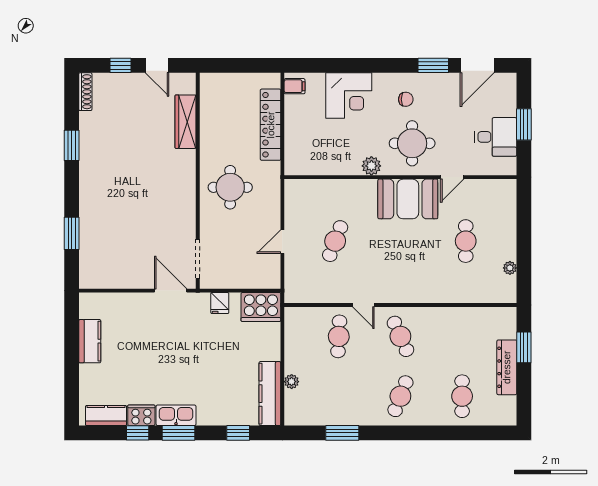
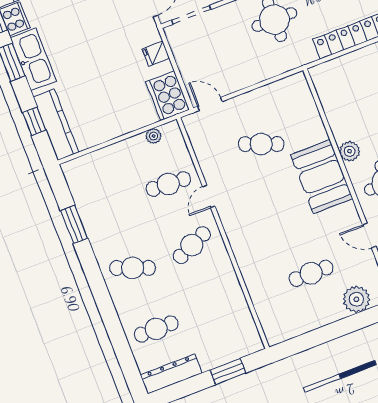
booth: (408, 199) -> (322, 177), moved
door: (282, 242) -> (210, 104), moved
plant: (510, 268) -> (356, 299), moved, width x1.87, depth x1.87
dresser: (507, 367) -> (171, 374), moved
plant: (292, 382) -> (154, 136), moved
kitchen counter: (270, 394) -> (56, 125), moved, turned 90
kitchen sink: (176, 415) -> (33, 59), width x1.36, depth x1.24

